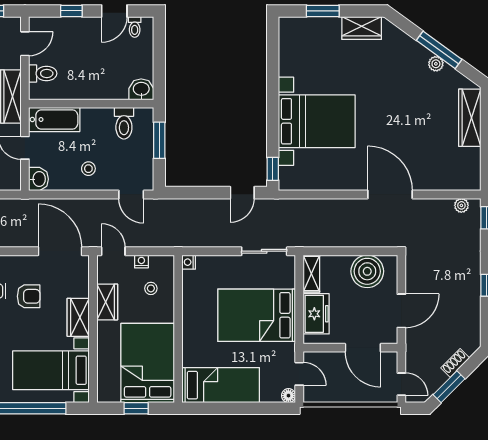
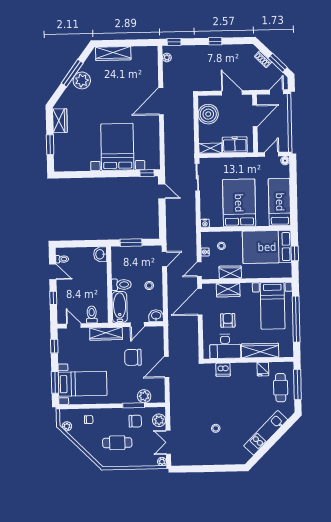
plant: (436, 64) -> (82, 80), width x1.88, depth x1.88
toilet: (124, 123) -> (121, 285), moved
bed: (257, 315) -> (239, 203), moved, turned 180
wardrobe: (78, 317) -> (228, 290), moved

